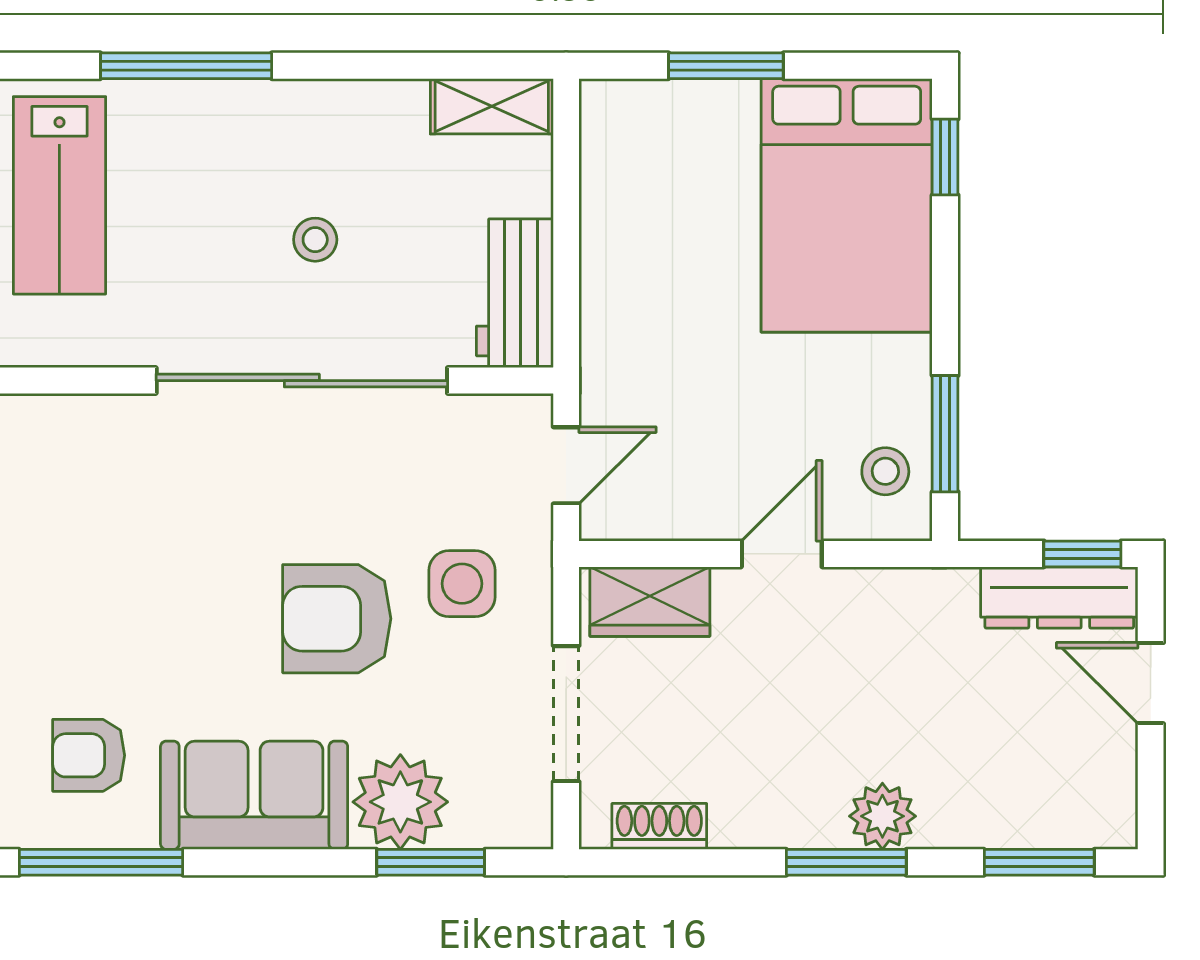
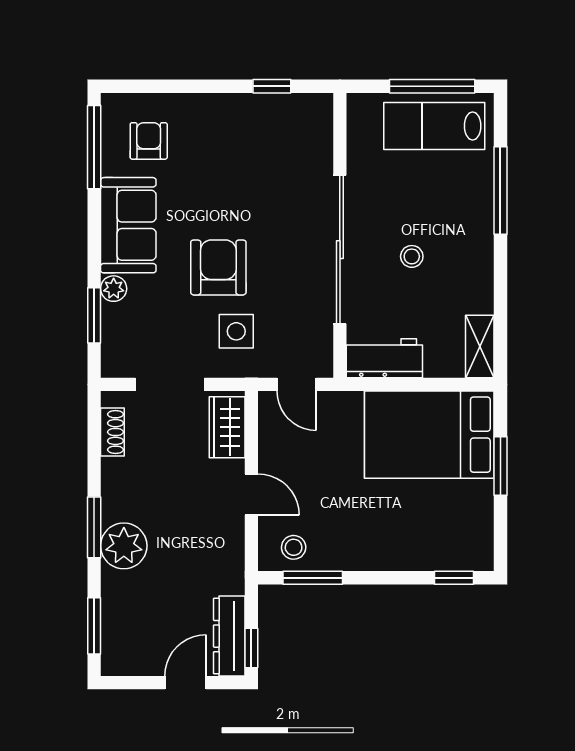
bed: (847, 205) -> (429, 435), moved
plant: (400, 802) -> (114, 289), width x0.53, depth x0.53
plant: (882, 816) -> (124, 546), width x1.36, depth x1.36

